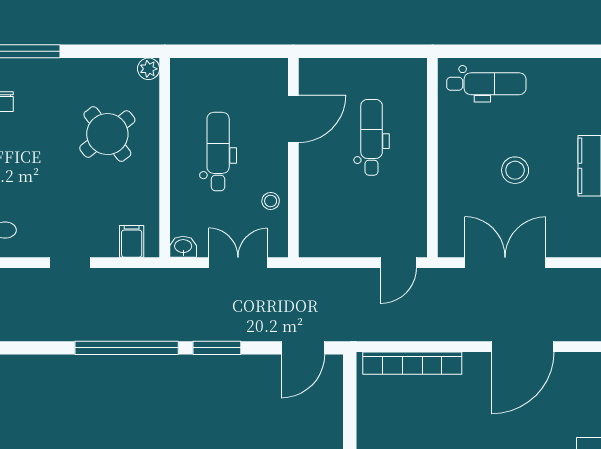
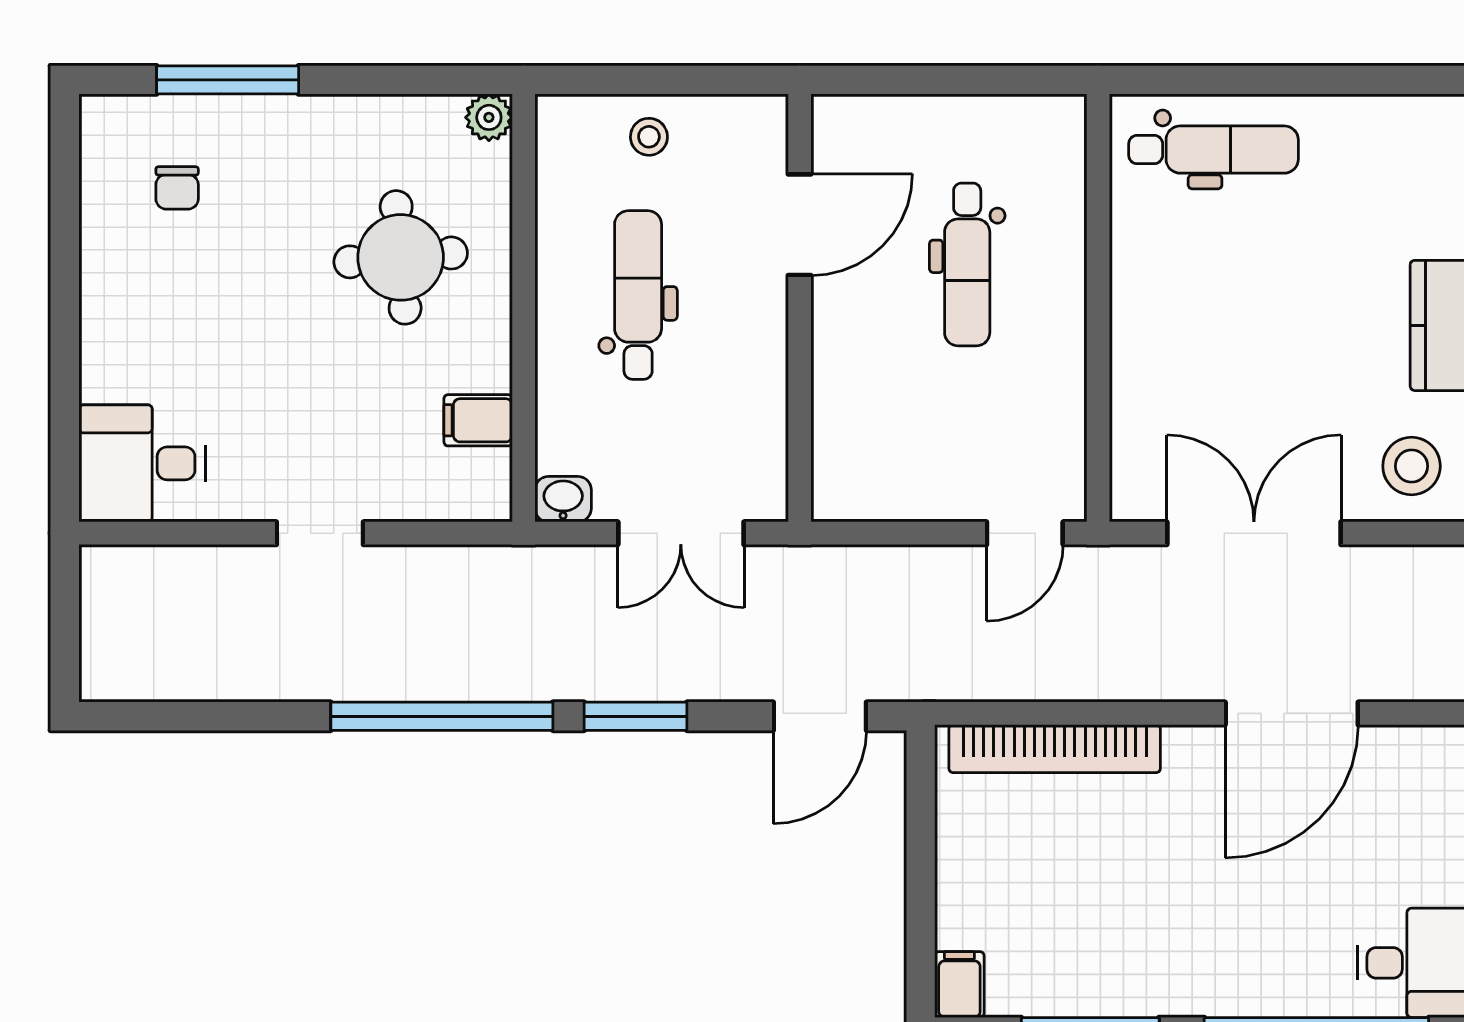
round table: (107, 134) -> (401, 257), turned 33
dental chair: (372, 137) -> (967, 264), turned 180
stool: (515, 170) -> (1412, 466), moved
stool: (271, 201) -> (649, 137), moved
filing cabinet: (132, 241) -> (478, 420), moved, turned -90
double door: (238, 263) -> (681, 533), swing flipped

